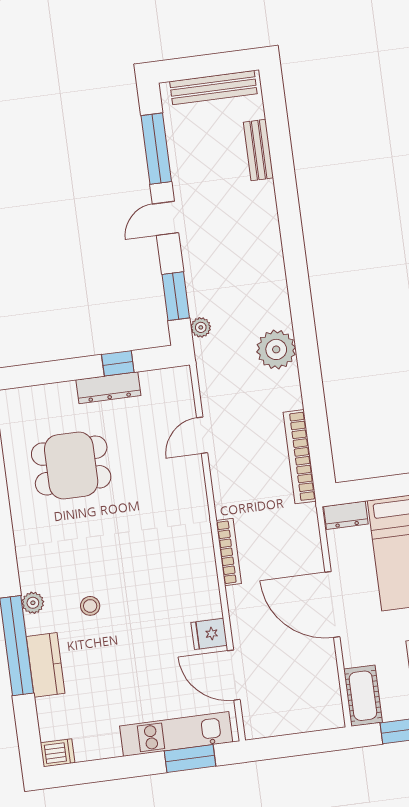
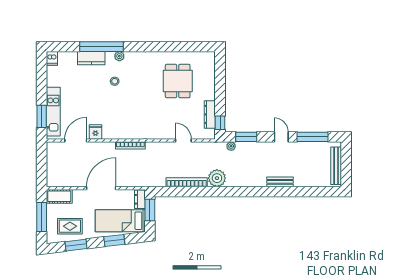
bench: (258, 150) -> (280, 182), moved
window: (118, 363) -> (220, 123), moved
dresser: (108, 388) -> (210, 114), moved
bookcase: (300, 457) -> (187, 182), moved
window: (367, 490) -> (150, 210), added

